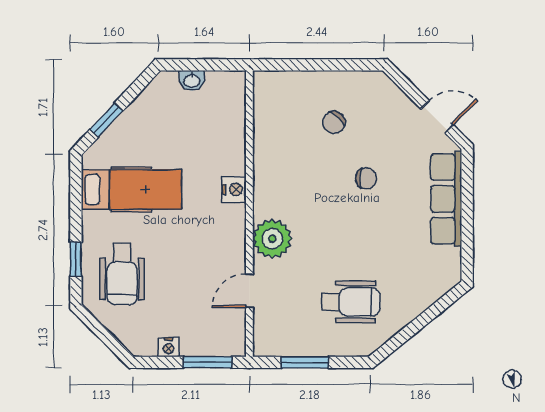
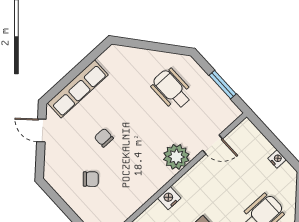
window: (208, 362) -> (267, 133), removed

